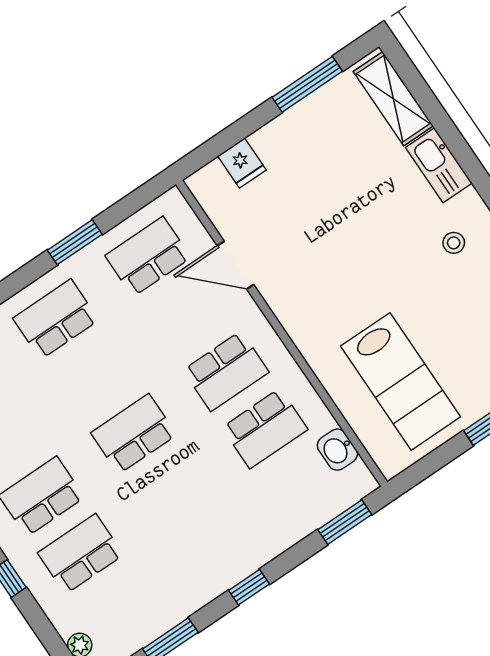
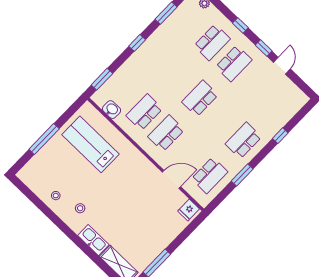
fridge: (242, 163) -> (189, 210), moved, turned -90
school desk: (56, 319) -> (243, 140), turned 180
school desk: (134, 434) -> (200, 98), turned 180

